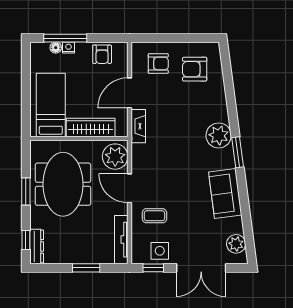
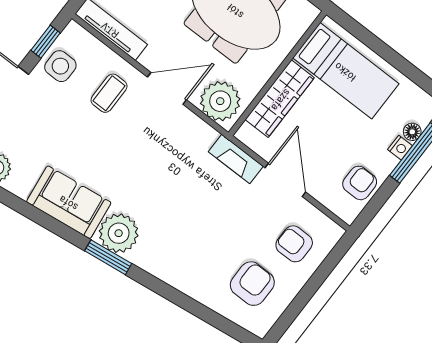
armchair: (102, 54) -> (360, 183), turned 90
armchair: (158, 64) -> (294, 244), turned 90
plant: (219, 135) -> (119, 233), moved

